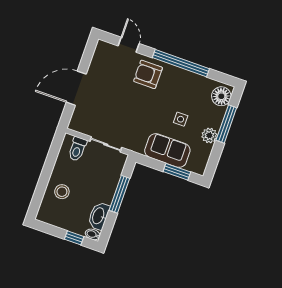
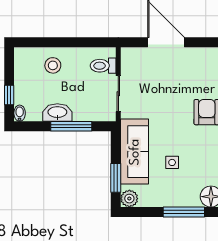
plant: (209, 135) -> (129, 199), moved
sofa: (167, 150) -> (135, 152), width x1.36
washbasin: (99, 216) -> (57, 113), moved

